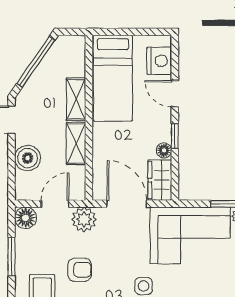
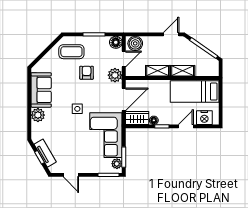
boiler: (28, 158) -> (135, 43), moved
door: (55, 204) -> (124, 59), hinge flipped
armchair: (79, 270) -> (87, 73), turned 180

